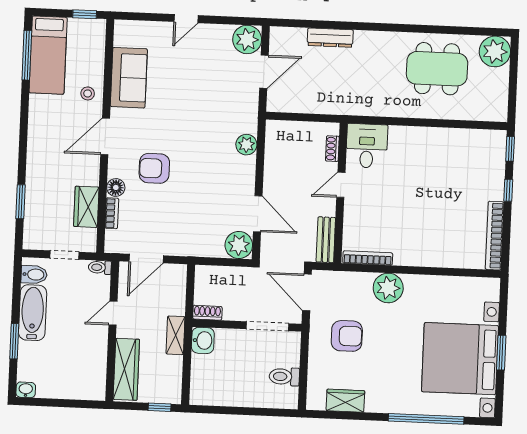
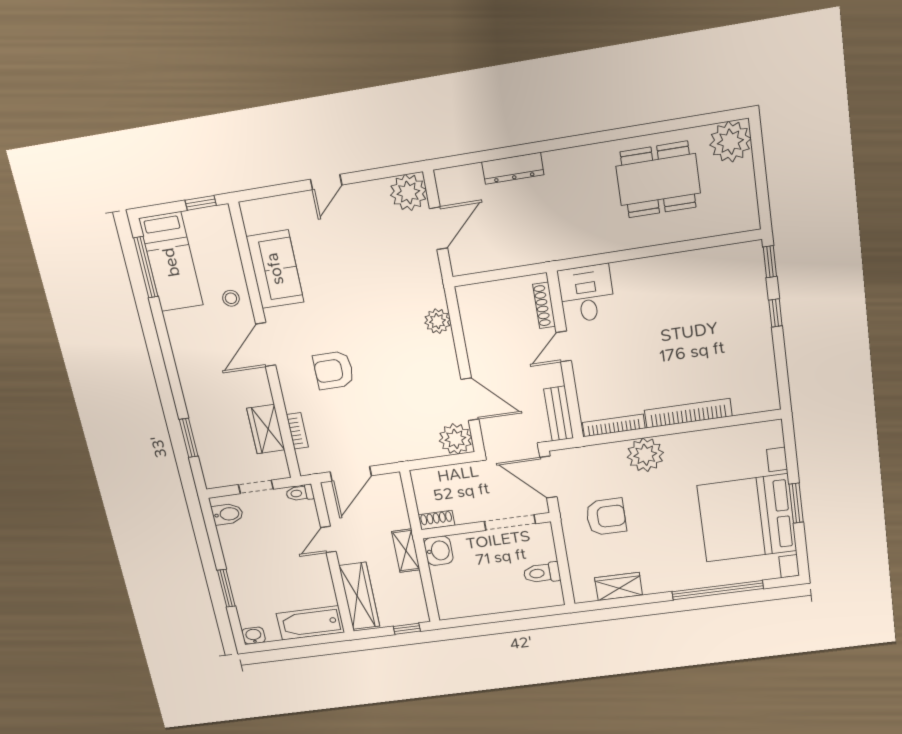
shoe rack: (332, 149) -> (544, 305), width x1.43
floor lamp: (116, 187) -> (294, 401), removed
bookcase: (495, 236) -> (688, 413), moved, turned 90
bathtub: (33, 313) -> (310, 623), moved, turned -90

